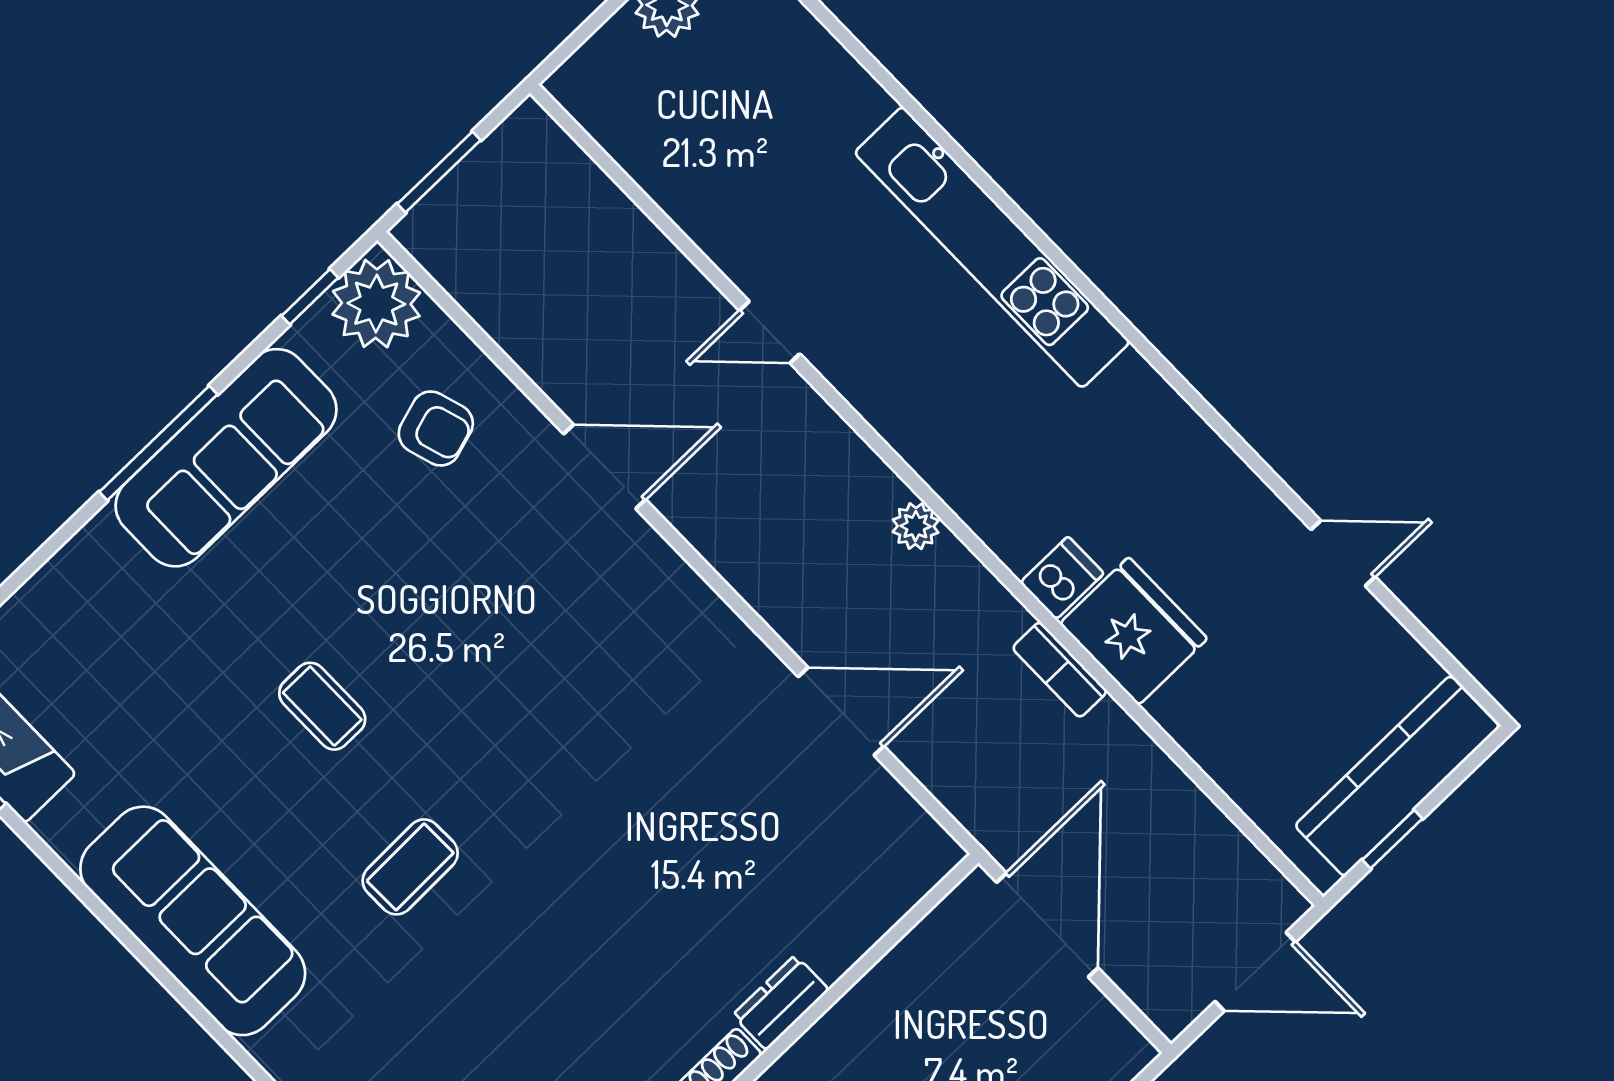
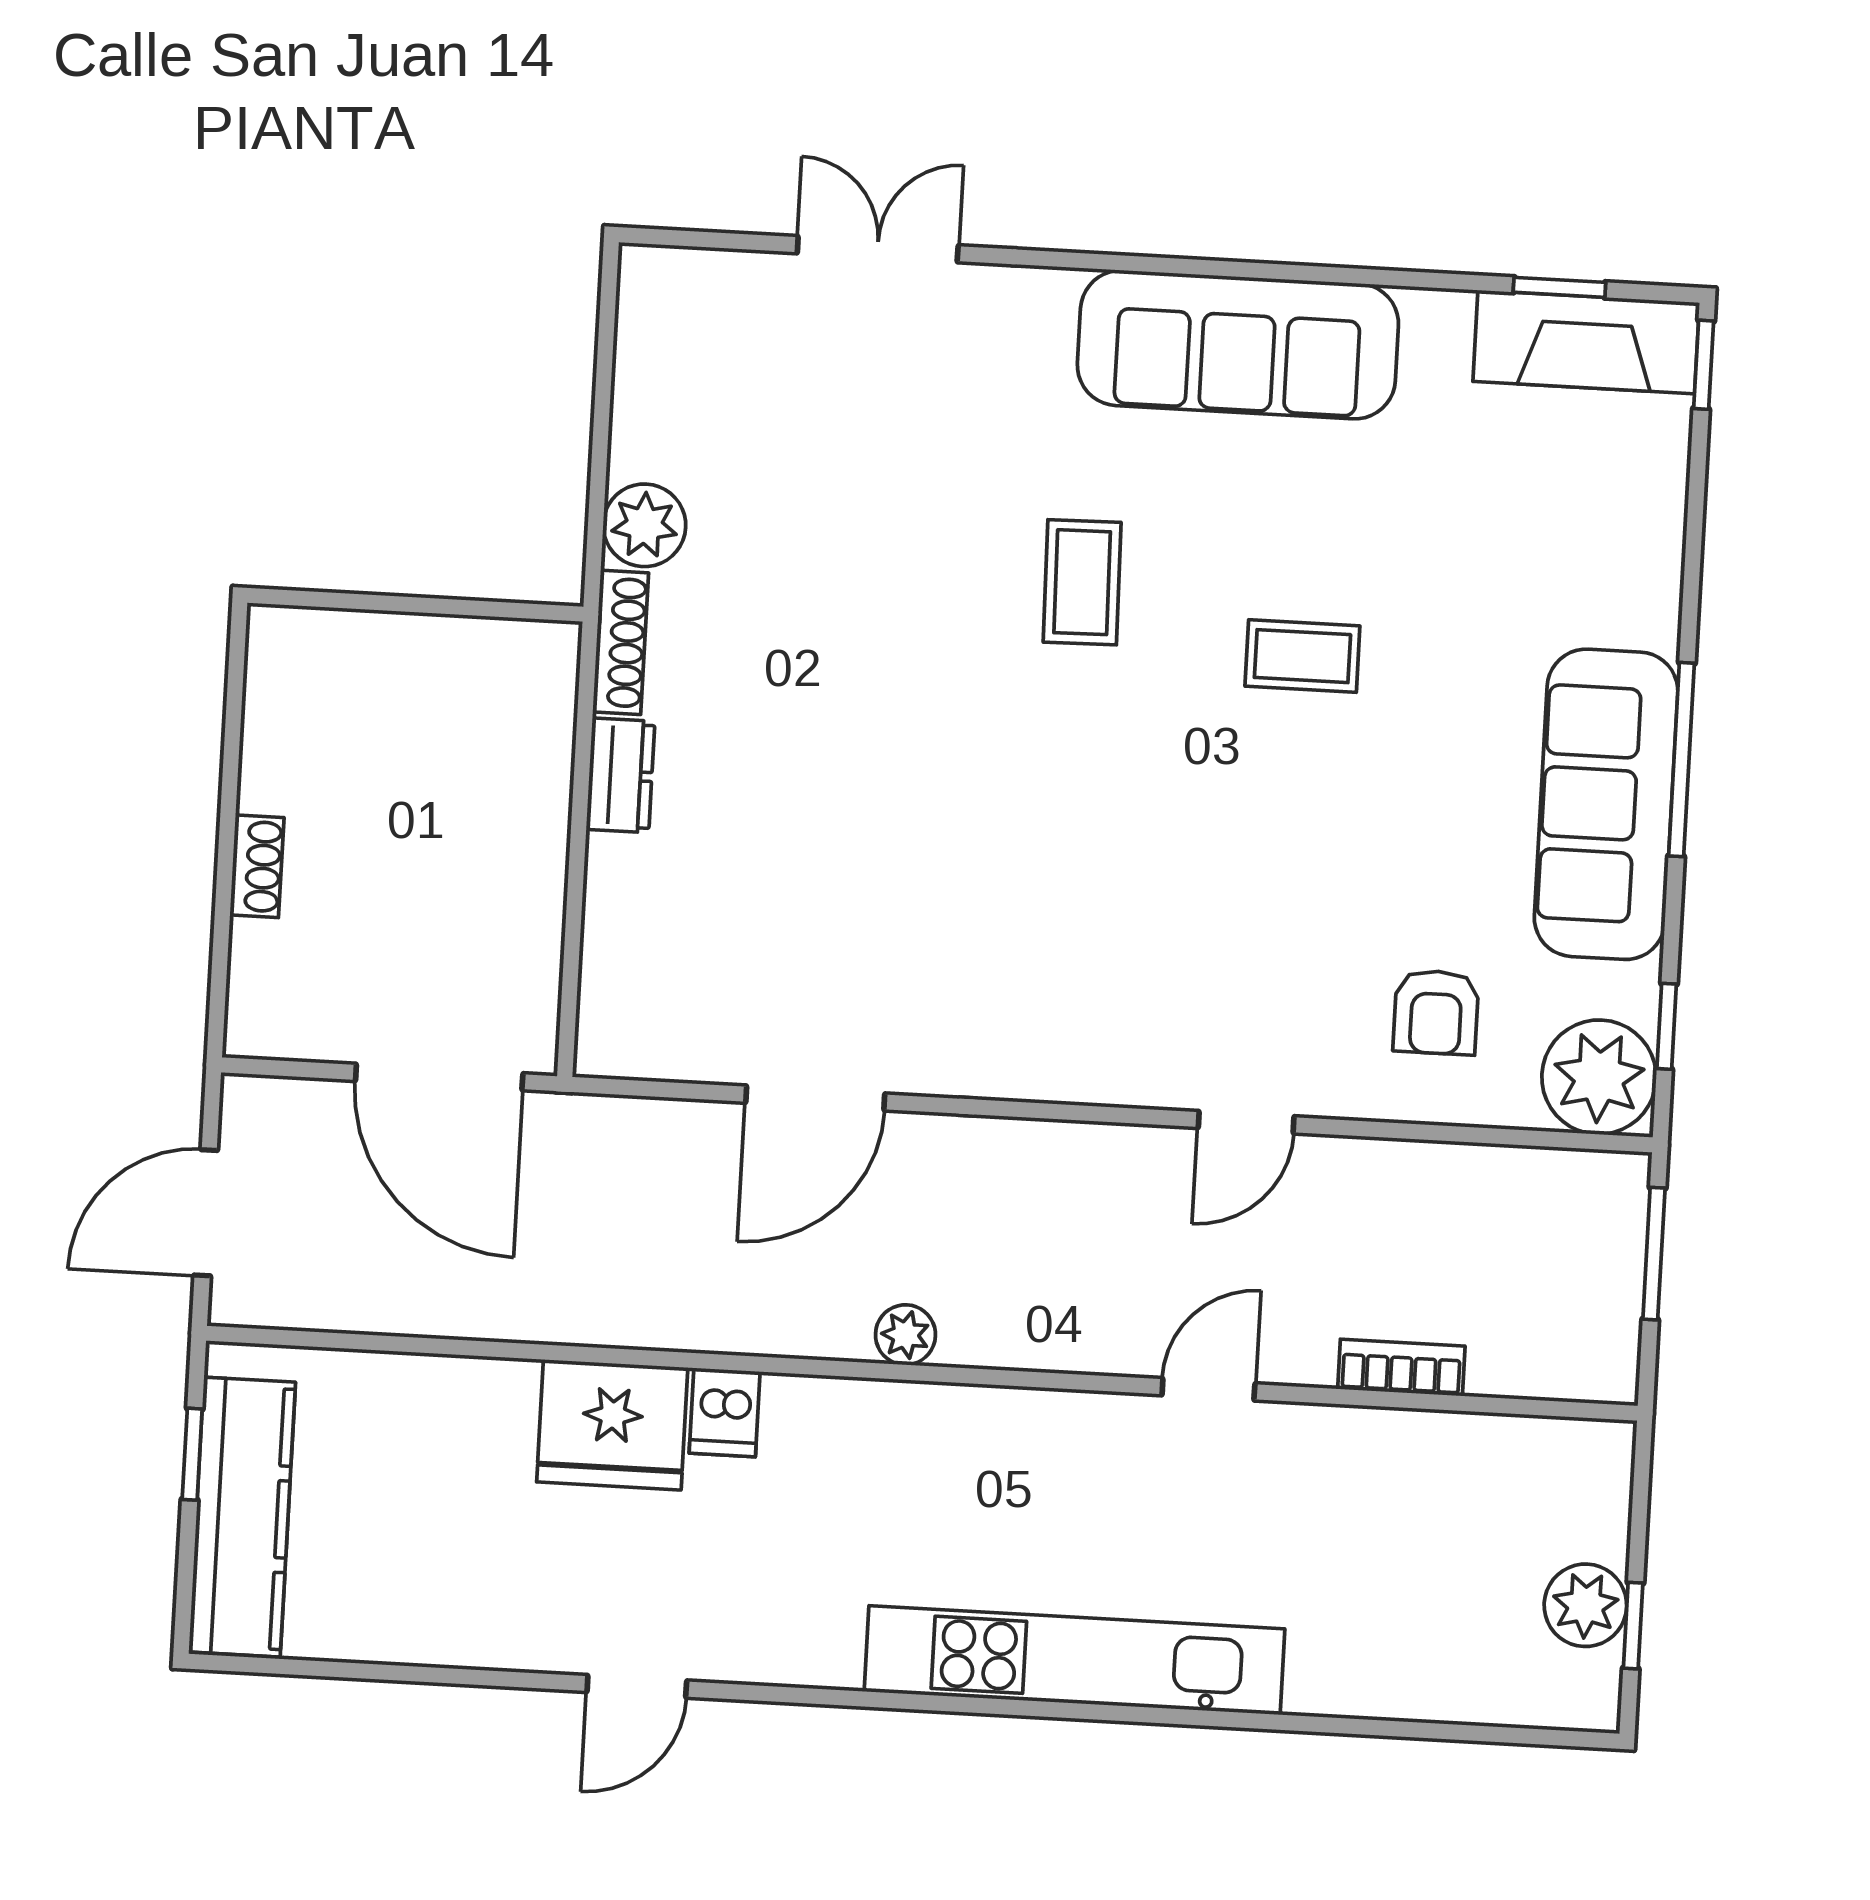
armchair: (436, 428) -> (1436, 1012), turned -73
door: (605, 467) -> (1246, 1122), width x0.73
door: (1343, 553) -> (637, 1686), moved
bookcase: (1060, 670) -> (1401, 1368), moved

